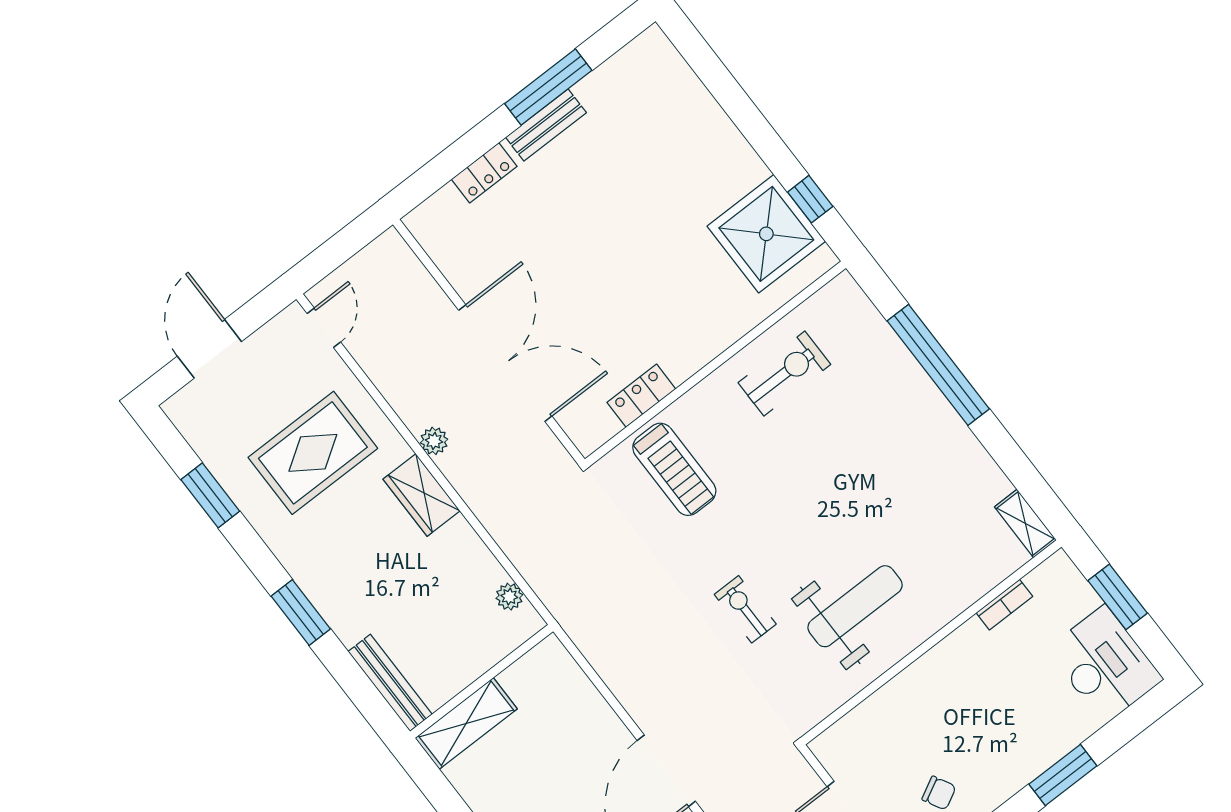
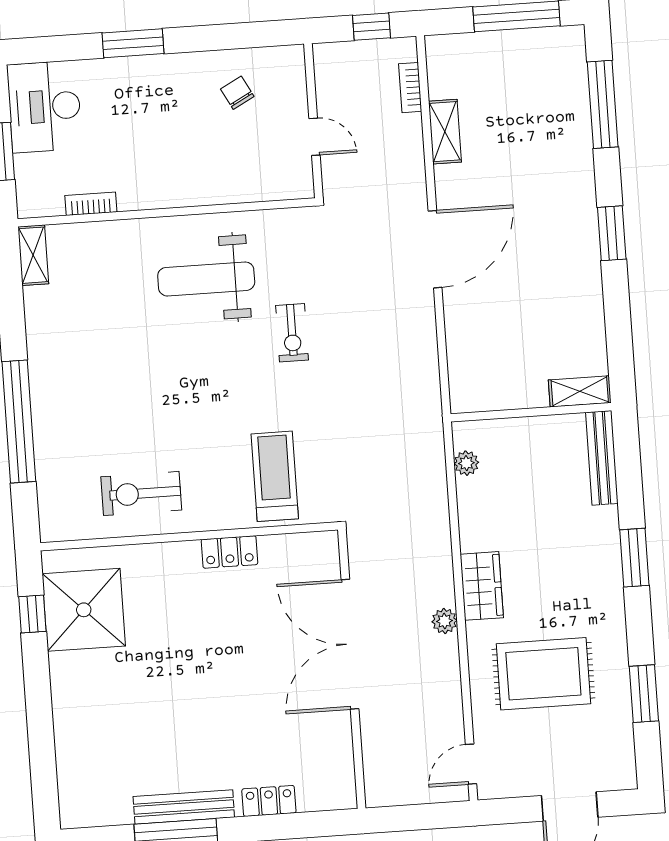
bench: (546, 125) -> (184, 807), width x1.36
locker: (641, 396) -> (229, 552), moved
shelving: (466, 723) -> (580, 391), width x0.67, depth x0.75

